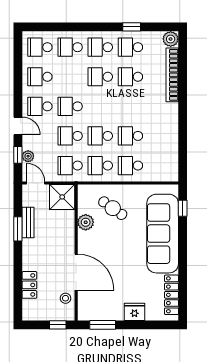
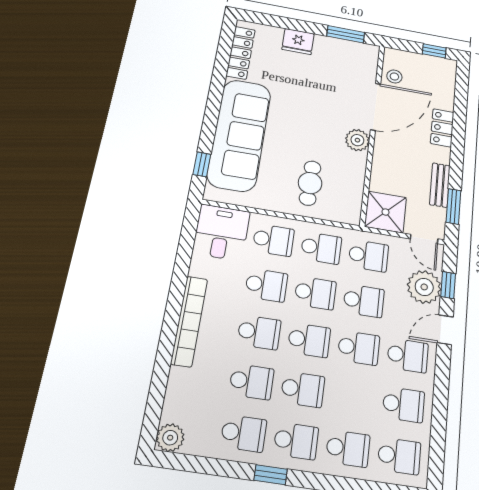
window: (132, 27) -> (271, 475), moved
bookcase: (172, 75) -> (189, 321), moved
school desk: (100, 106) -> (309, 340), added
school desk: (130, 106) -> (259, 332), added
door: (18, 126) -> (445, 330), hinge flipped
plant: (28, 156) -> (424, 287), width x1.88, depth x1.88
desk: (163, 165) -> (221, 232), added
cafe table: (113, 208) -> (310, 183), turned 56
plant: (86, 222) -> (357, 140), moved
window: (18, 229) -> (453, 206), moved
door: (76, 272) -> (375, 107), swing flipped
locker: (29, 285) -> (442, 128), moved
window: (58, 325) -> (434, 51), moved

